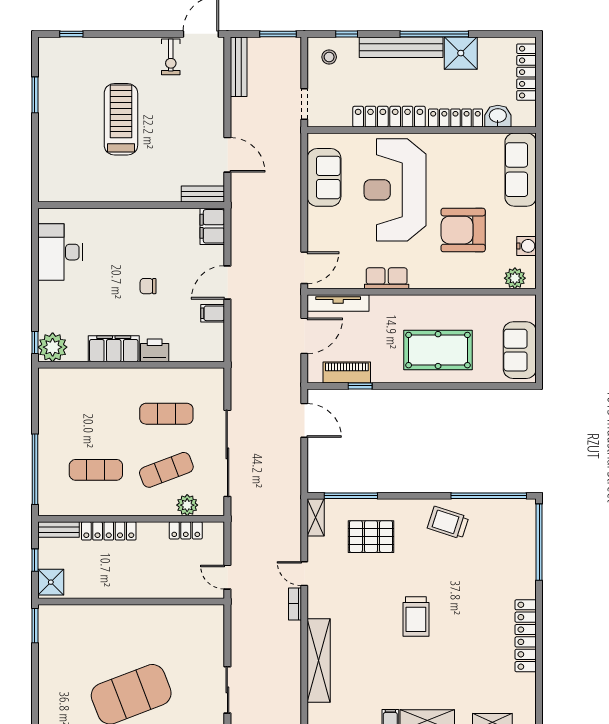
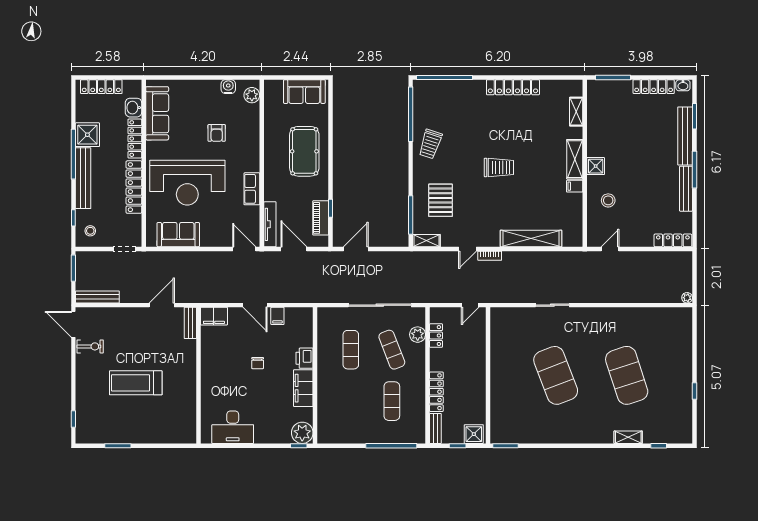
sofa: (521, 170) -> (157, 113), moved, turned -90
armchair: (463, 230) -> (217, 133), width x0.53, depth x0.53

